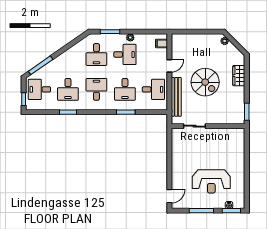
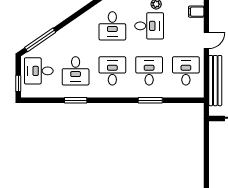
desk: (125, 89) -> (149, 71), turned 180
desk: (153, 89) -> (186, 71), turned -90

